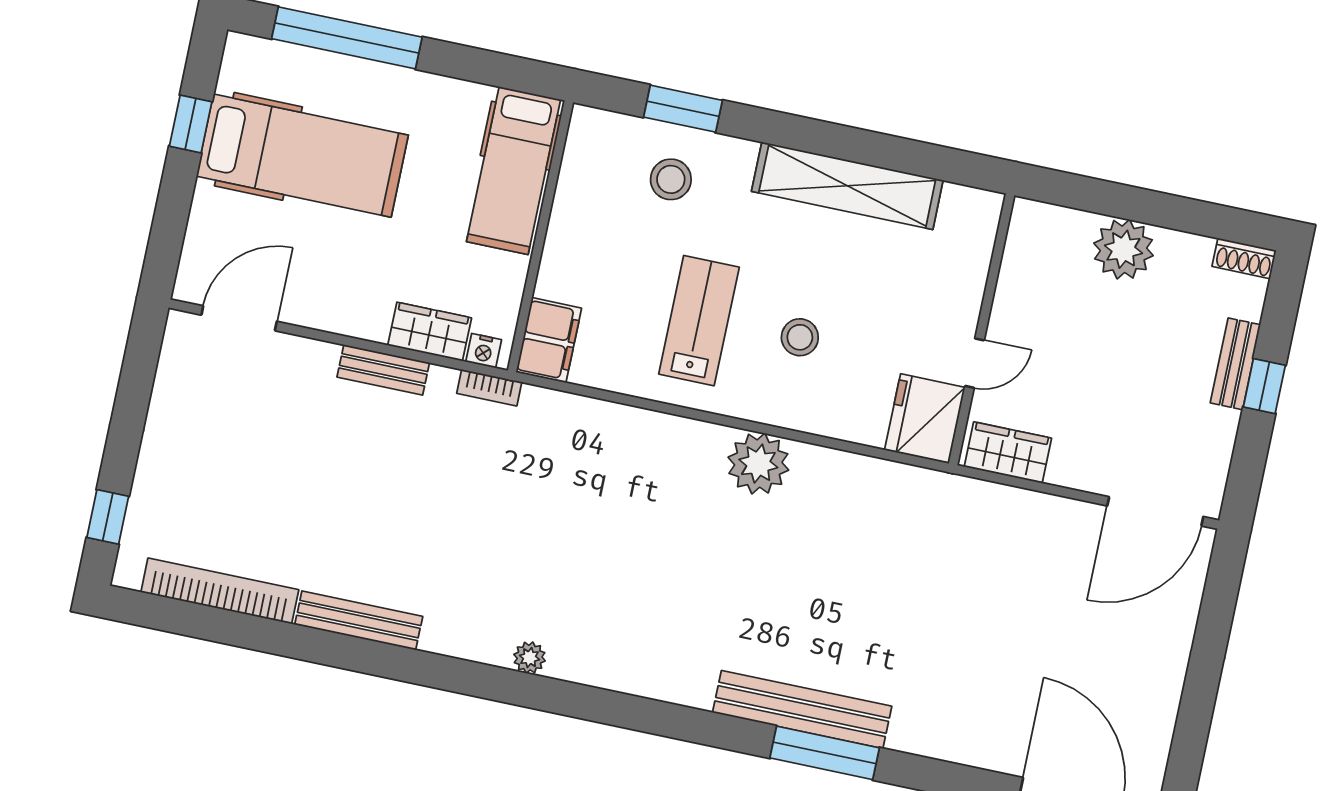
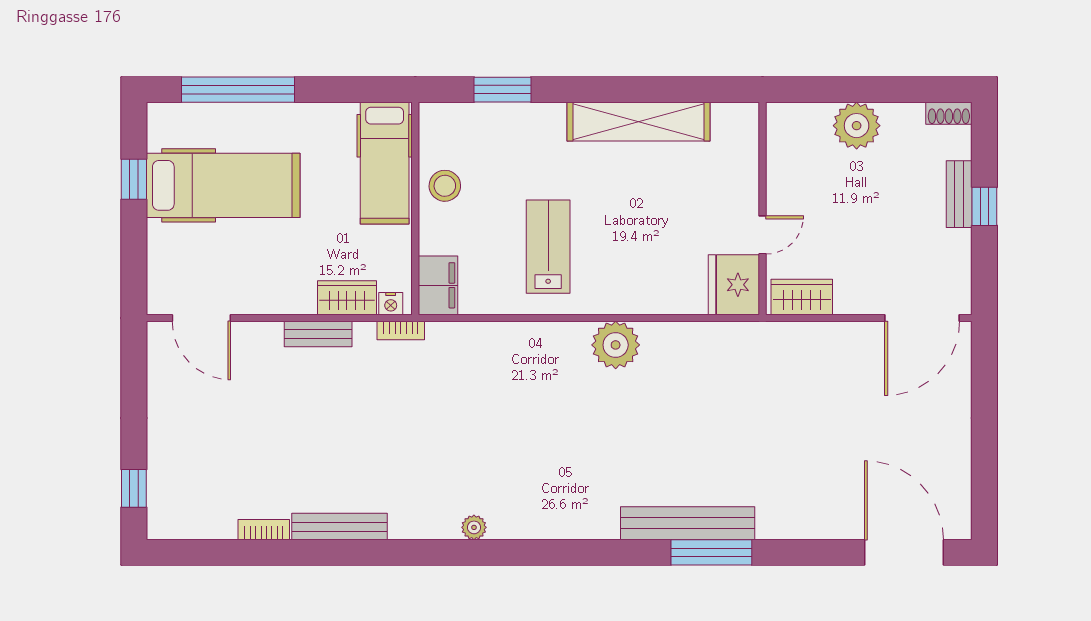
stool: (671, 179) -> (445, 186), moved
door: (239, 318) -> (201, 318), swing flipped
stool: (800, 337) -> (627, 243), removed
bookcase: (220, 591) -> (264, 530), width x0.43, depth x0.76

